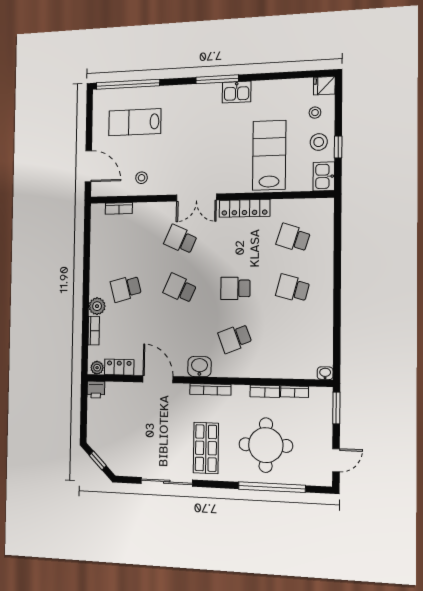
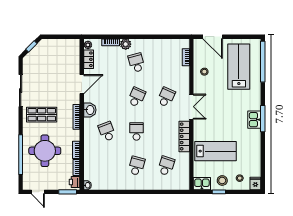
kitchen sink: (237, 92) -> (254, 120), moved
lab bench: (135, 122) -> (239, 67), width x1.36, depth x1.39
door: (88, 166) -> (213, 37), hinge flipped
double door: (196, 198) -> (191, 107), swing flipped
printer: (96, 390) -> (75, 182), moved

